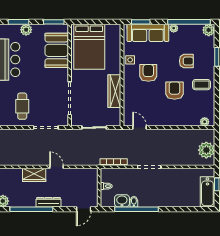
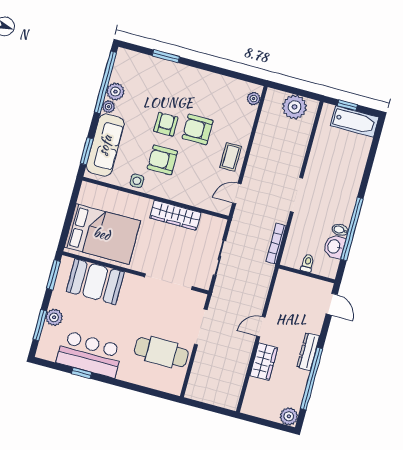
plant: (209, 30) -> (115, 92), moved
armchair: (186, 61) -> (166, 124), moved
coffee table: (201, 85) -> (231, 157), moved
cafe table: (22, 106) -> (161, 352), width x1.37, depth x1.35

